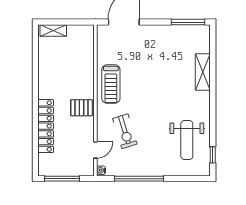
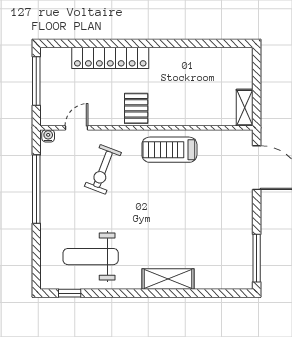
shelving: (53, 31) -> (245, 108), moved
shelving: (203, 72) -> (168, 279), moved
exercise bike: (125, 131) -> (103, 169), turned -52
door: (95, 150) -> (77, 128), swing flipped

